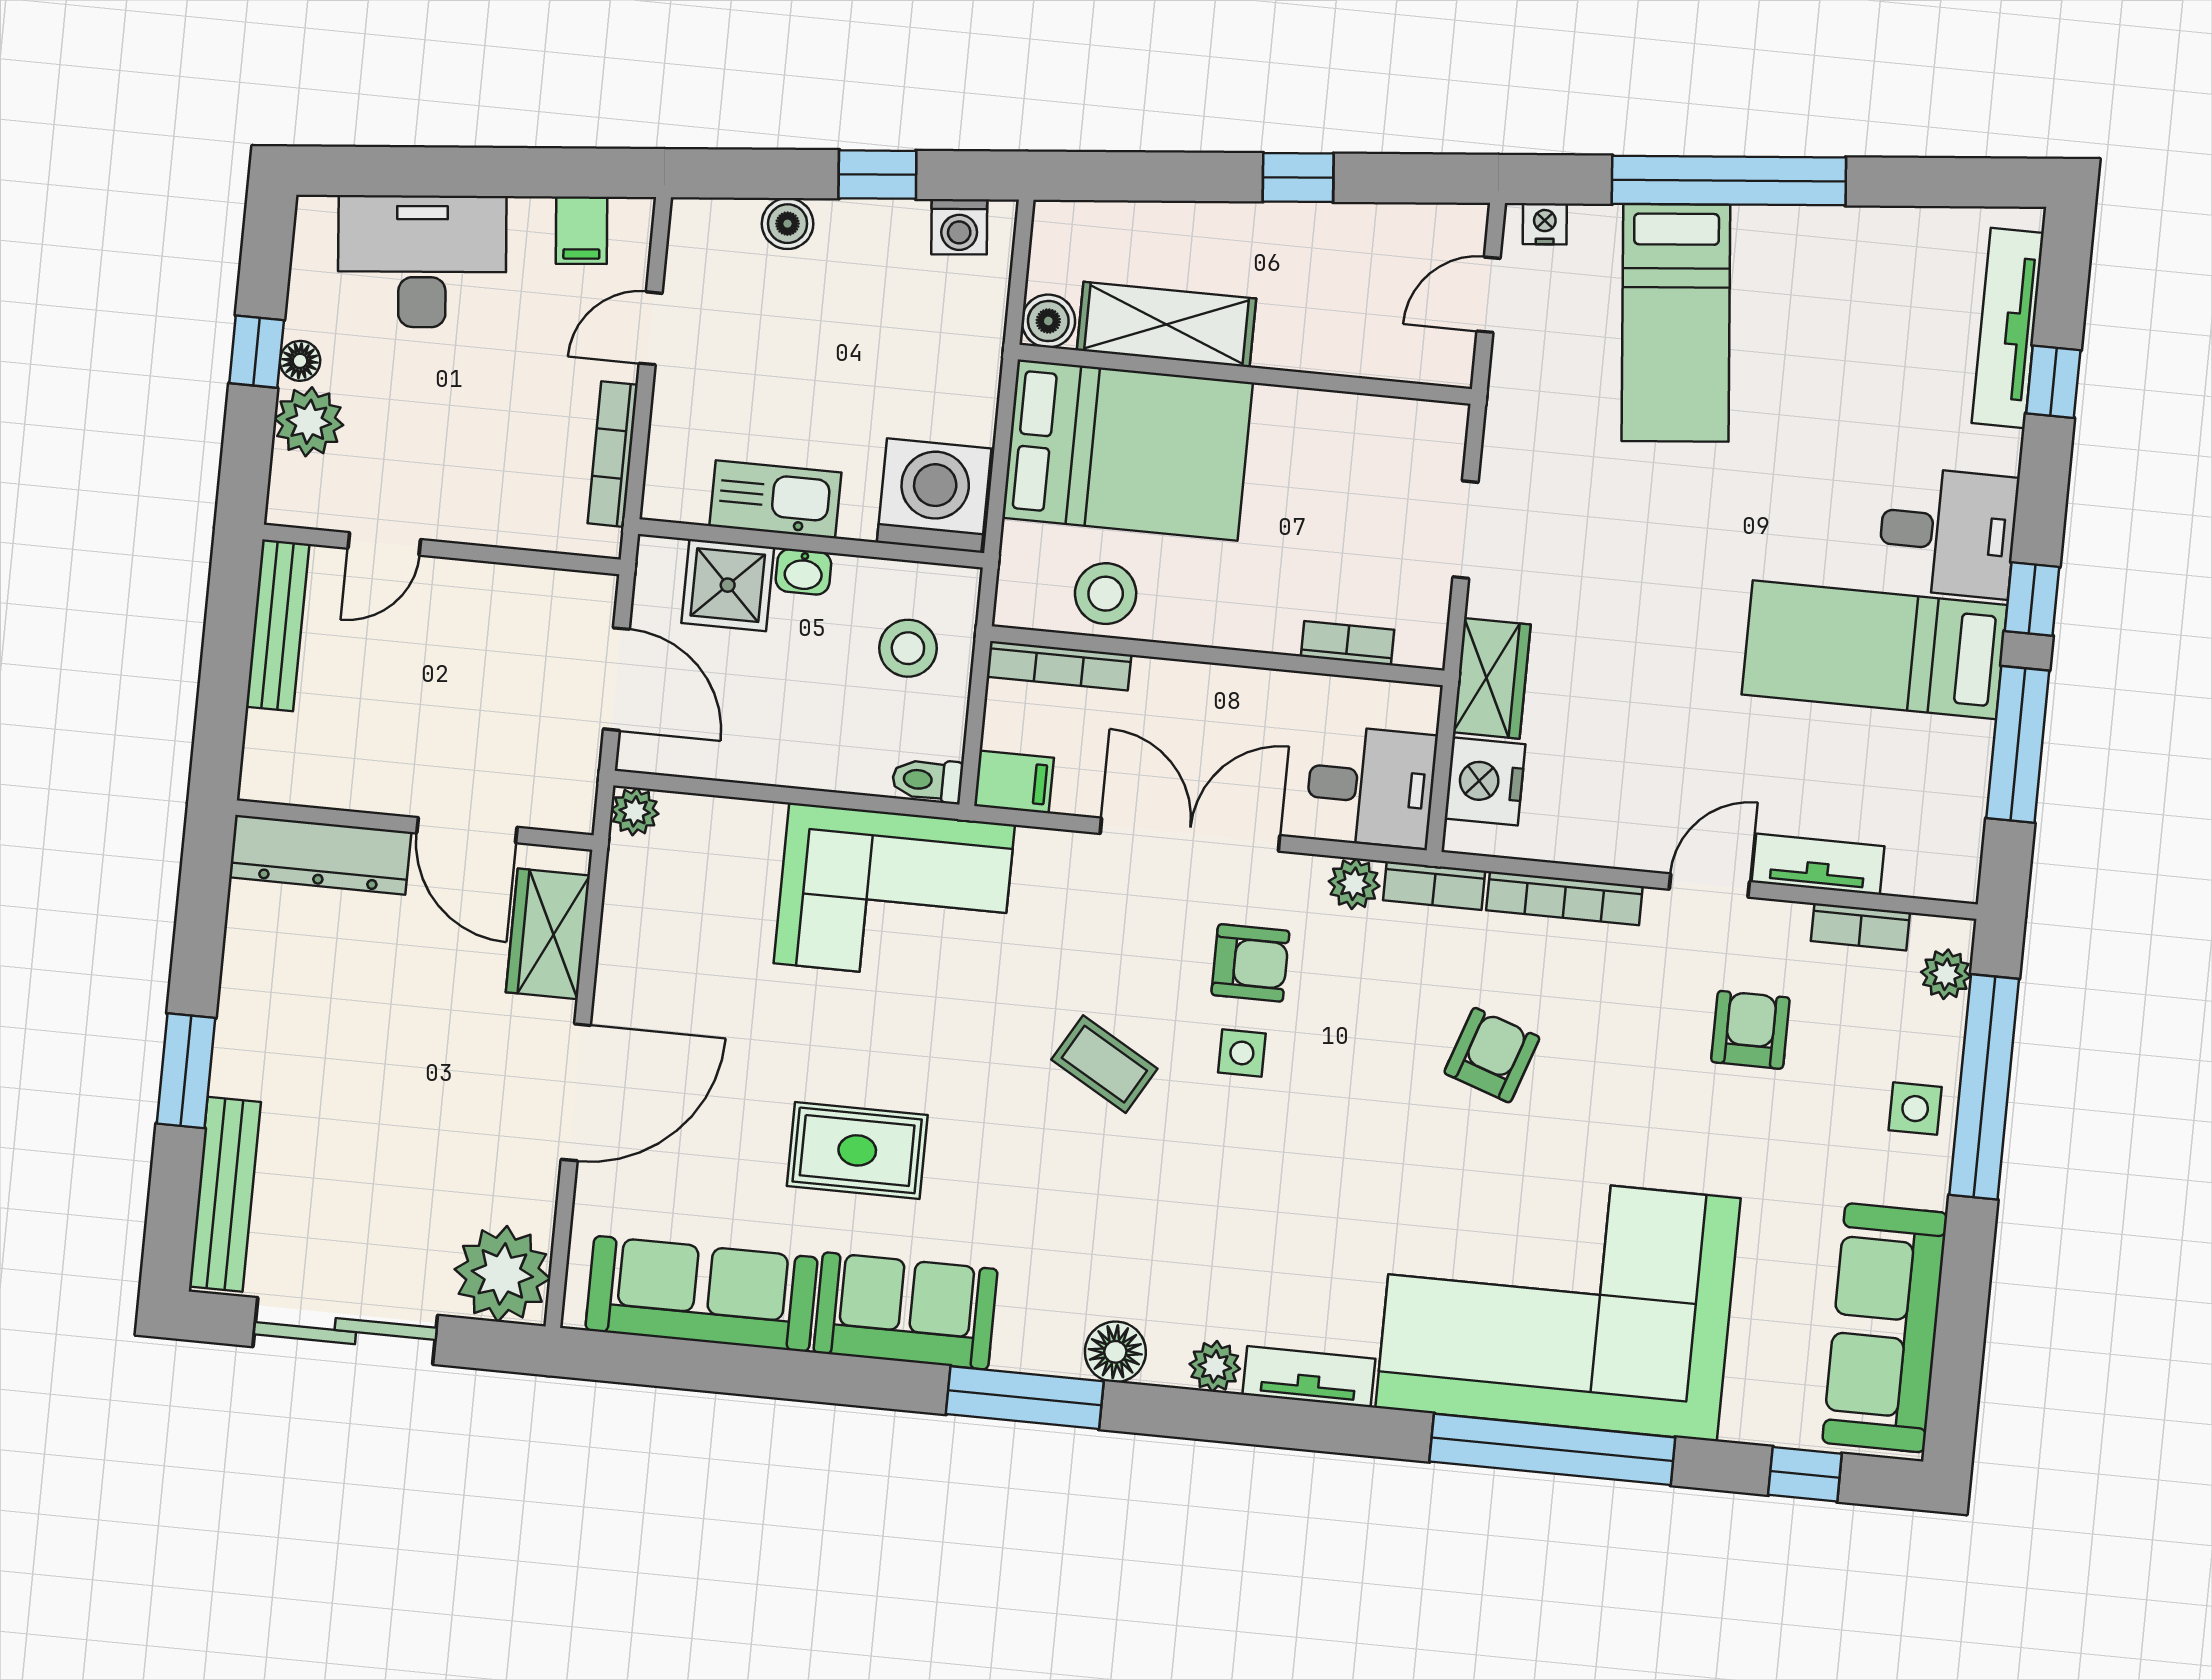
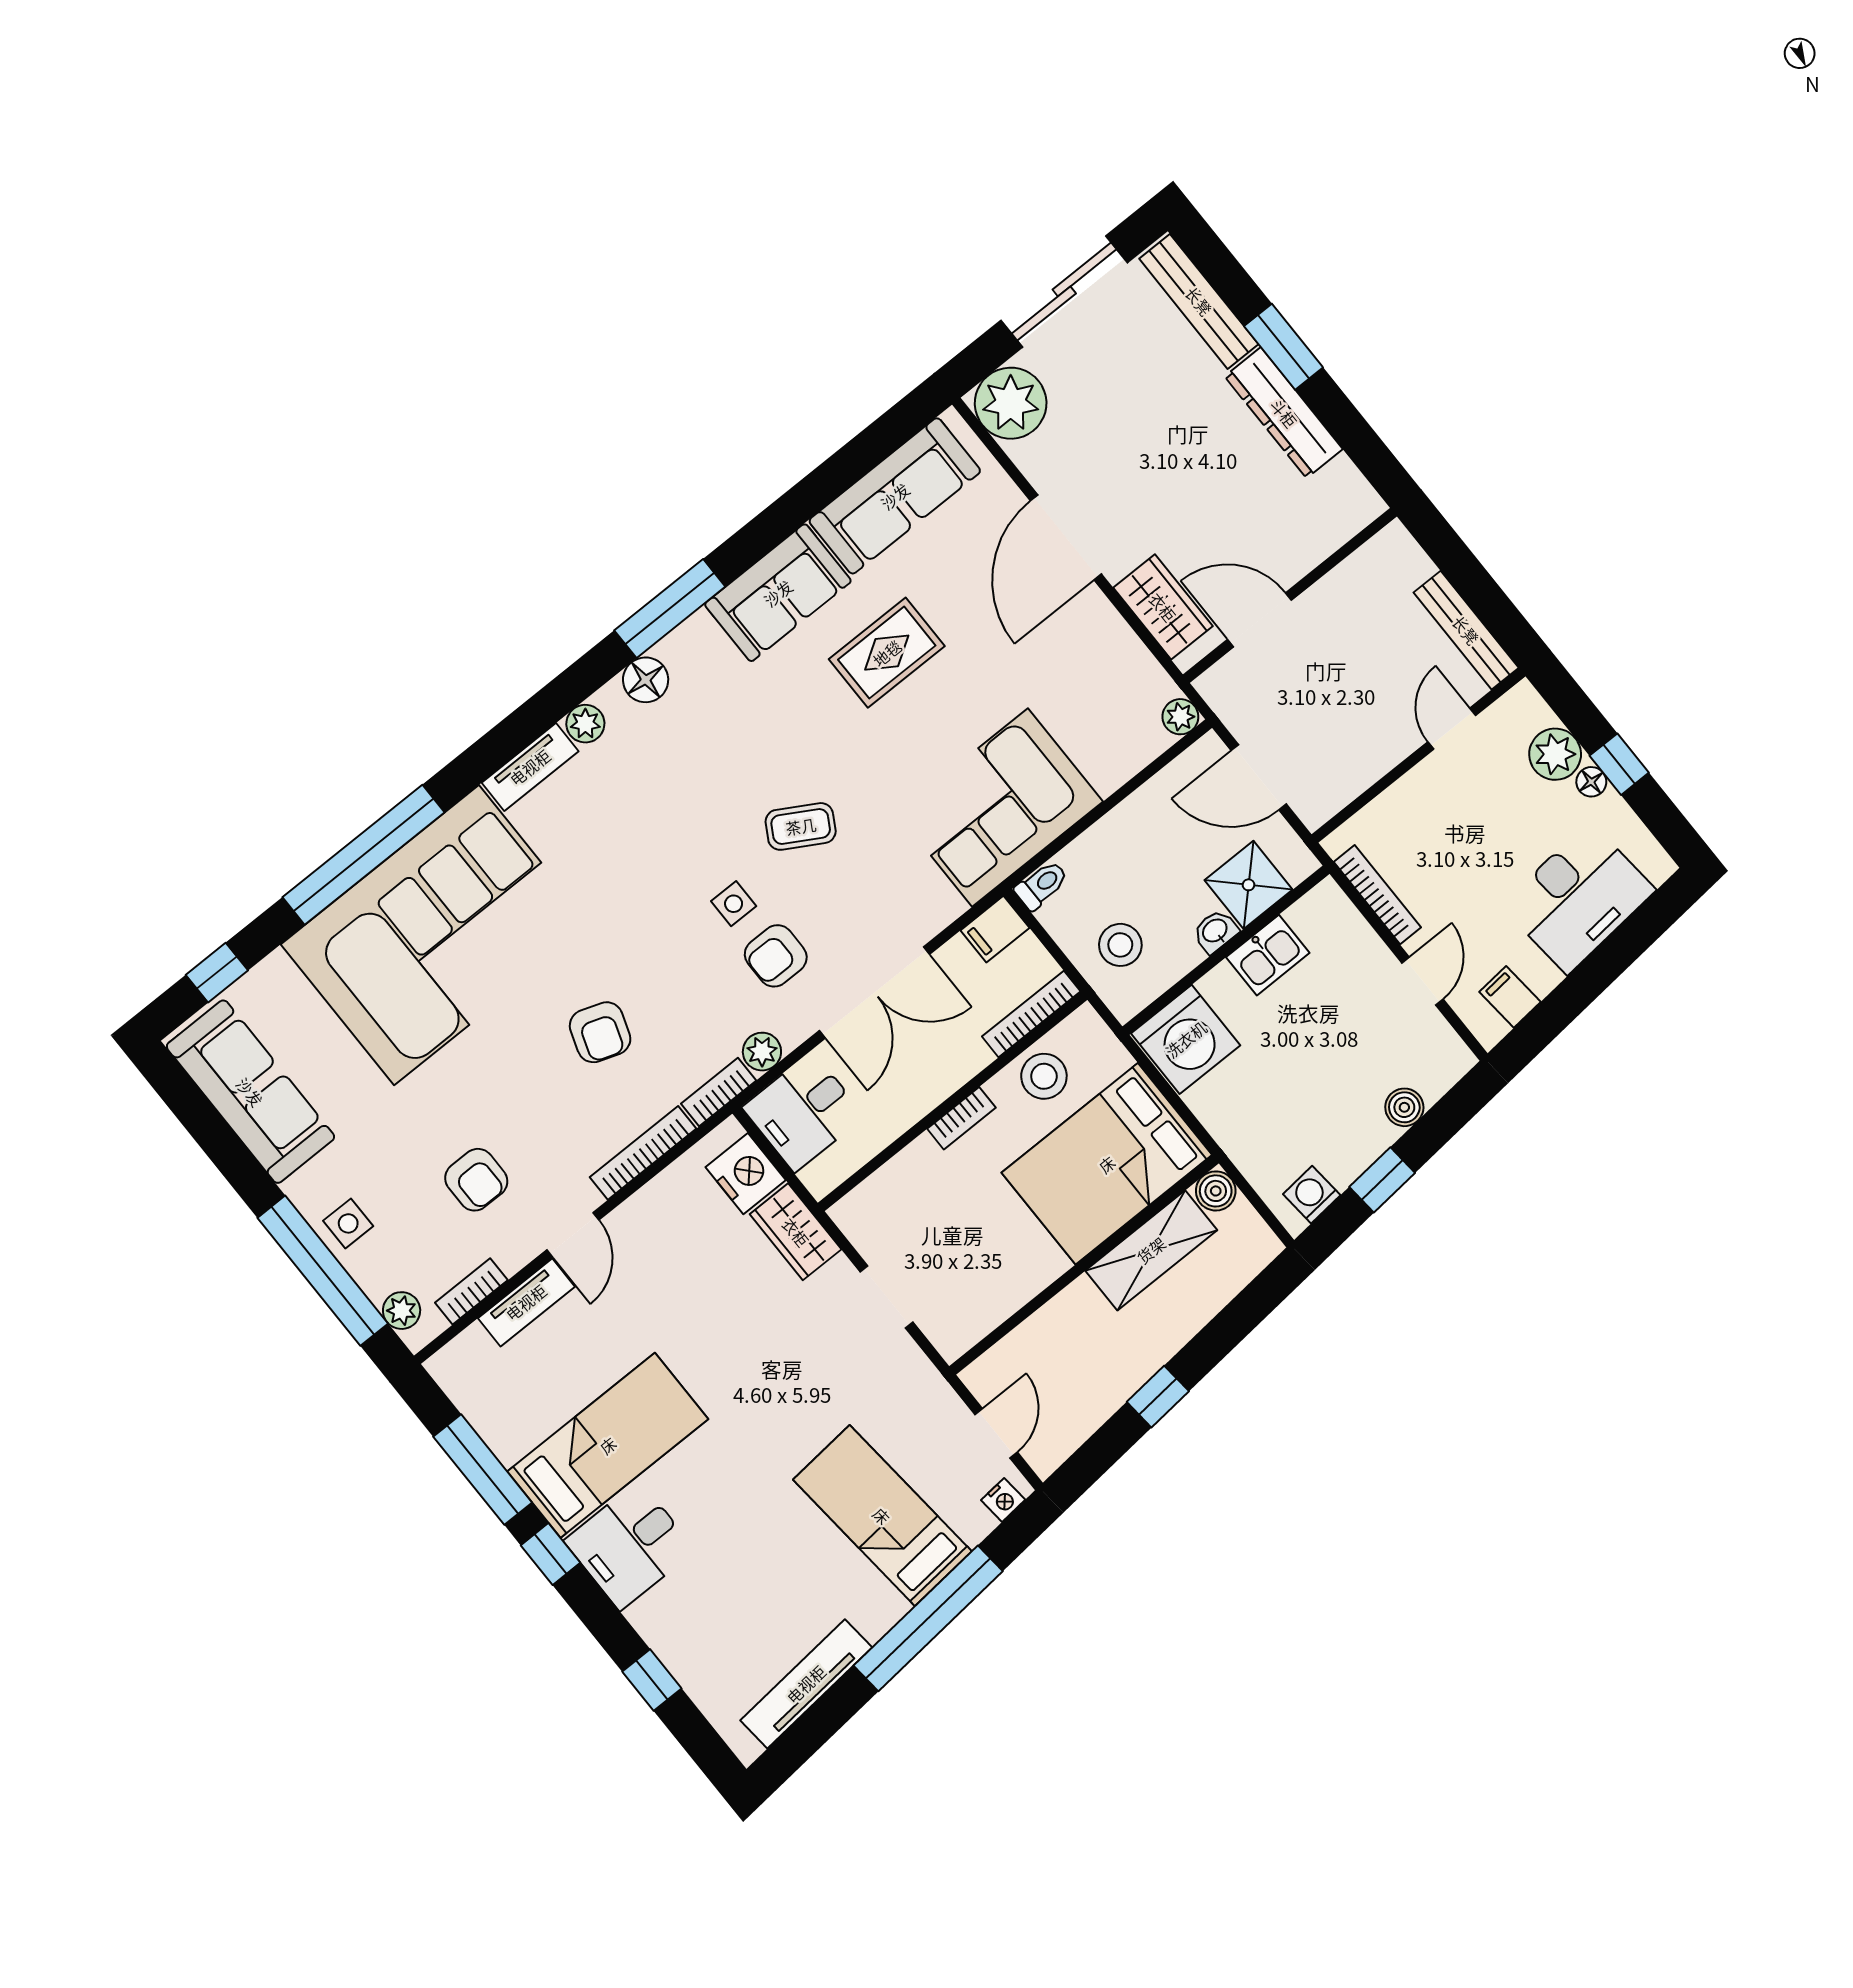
tv unit: (2008, 328) -> (806, 1684), moved, turned -95
kitchen sink: (775, 499) -> (1268, 955), width x0.73
bookcase: (1348, 643) -> (962, 1118), moved
dresser: (320, 855) -> (1284, 413), moved, turned -90

